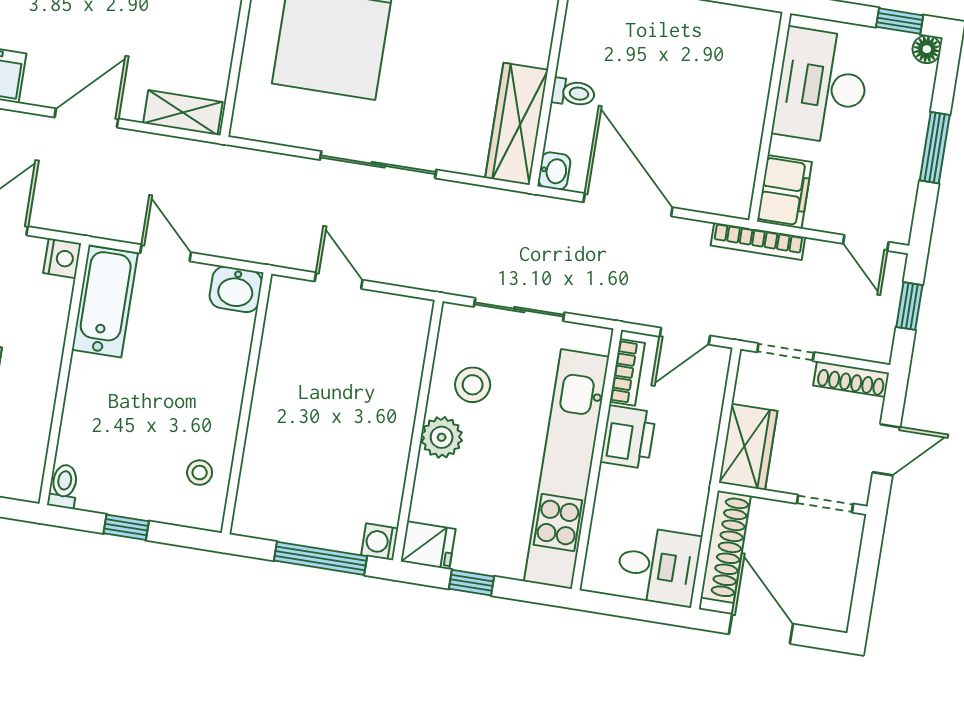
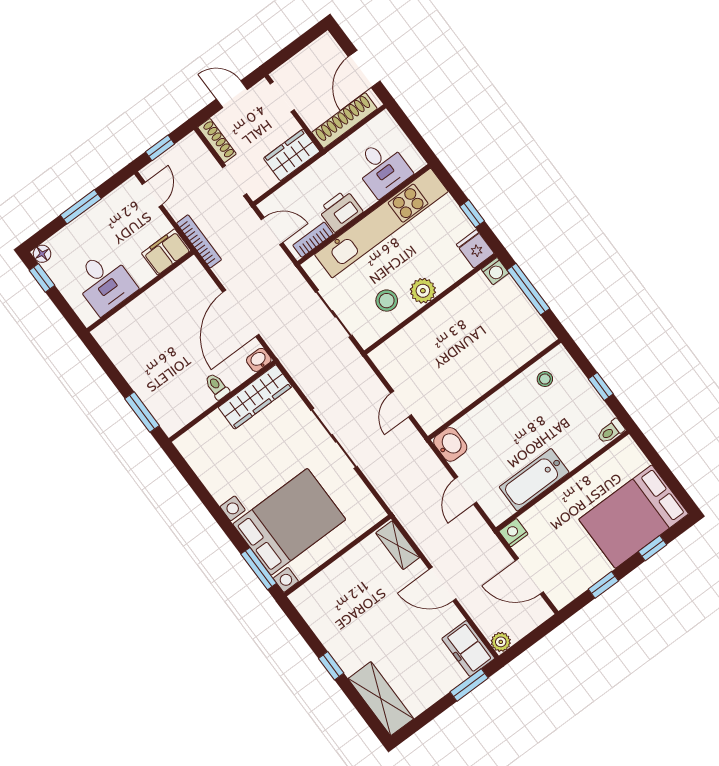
desk: (822, 86) -> (104, 282), width x0.73
bathtub: (105, 301) -> (534, 480), moved
desk: (658, 566) -> (382, 168), moved, turned 180

